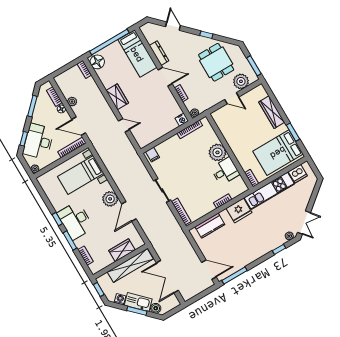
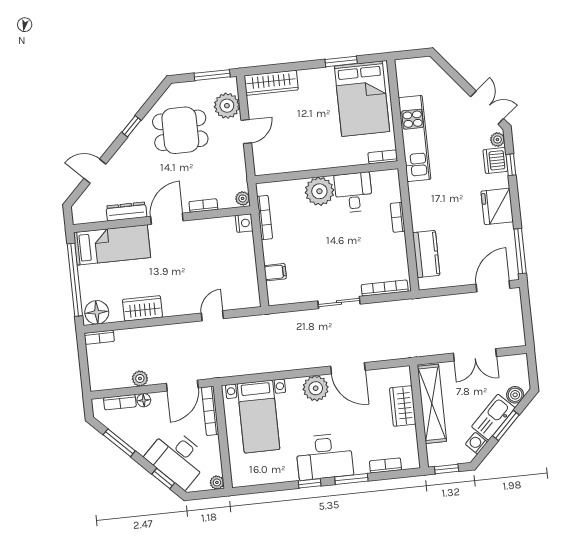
wardrobe: (117, 97) -> (142, 308), moved
wardrobe: (272, 112) -> (271, 83), moved
filing cabinet: (153, 155) -> (275, 272), moved
dishwasher: (298, 174) -> (495, 160), moved, turned 180
fridge: (239, 210) -> (497, 206), moved, turned 180
double door: (167, 277) -> (475, 355), width x0.73

